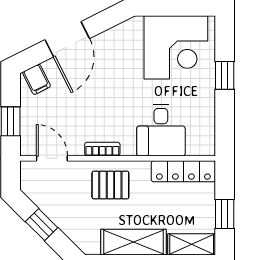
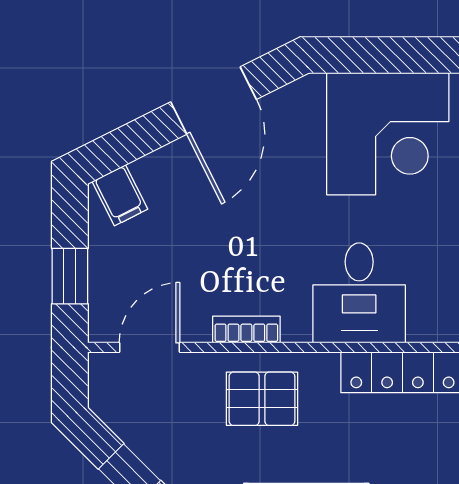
door: (67, 39) -> (214, 101), moved
door: (52, 158) -> (150, 347), hinge flipped

